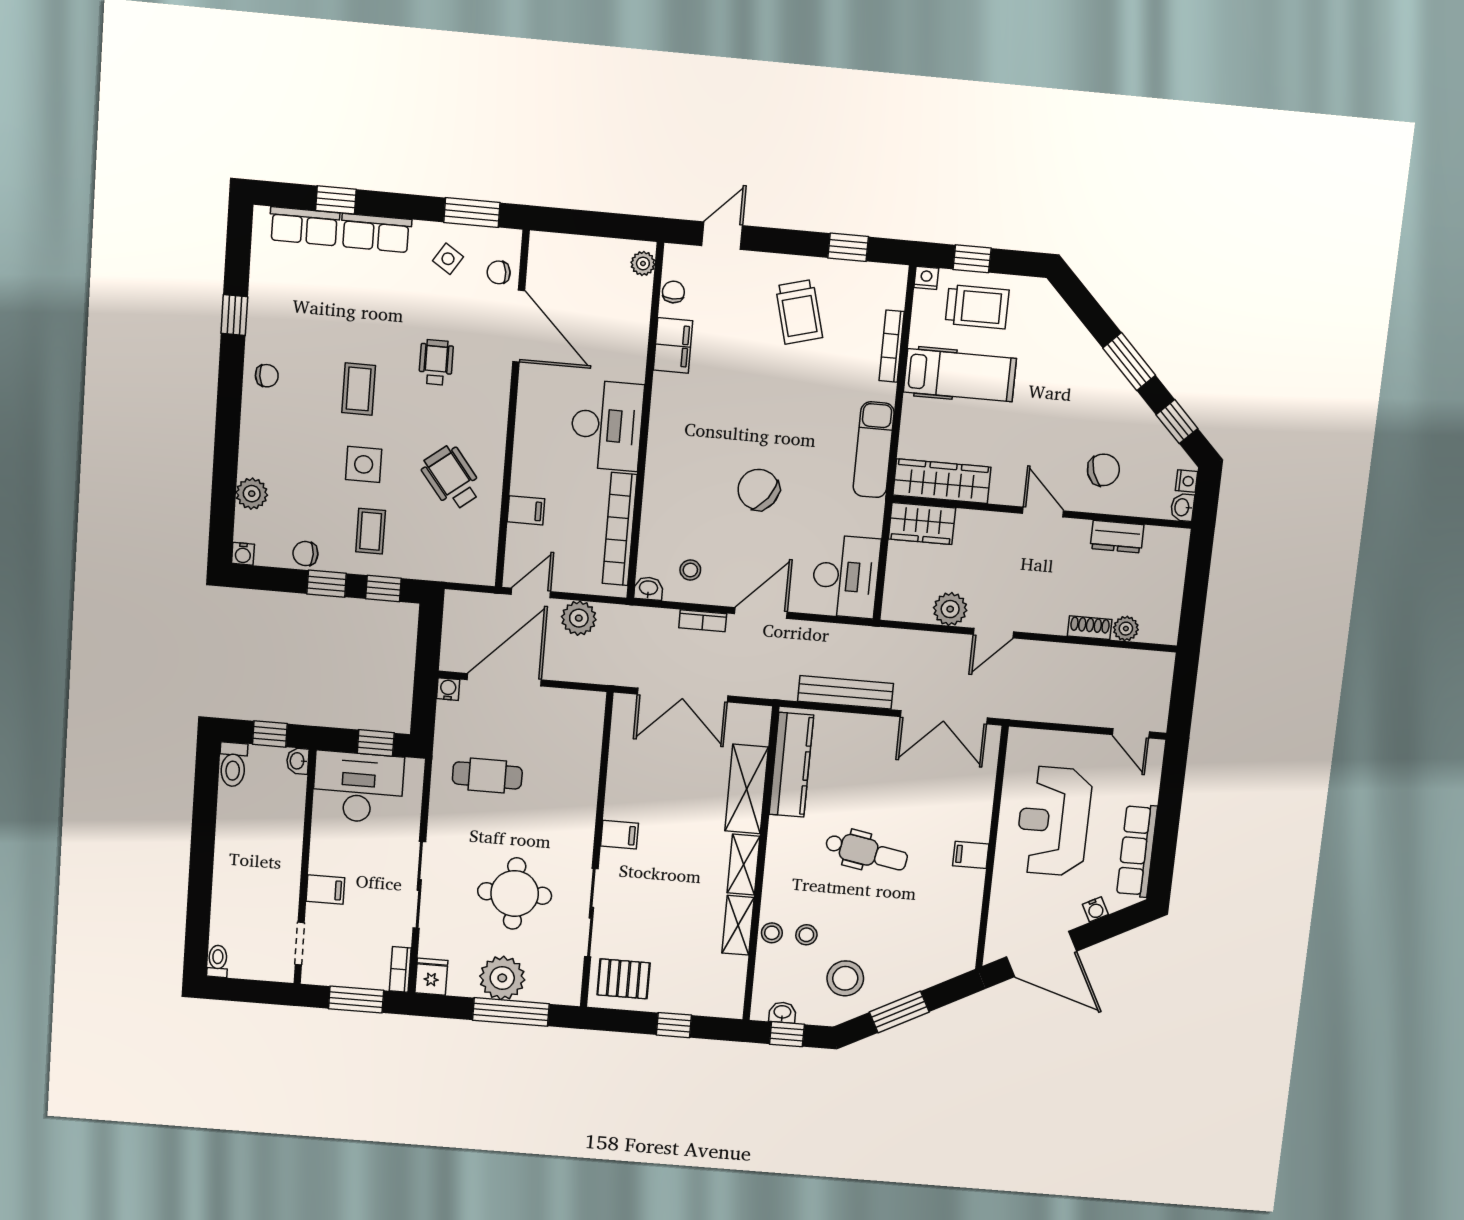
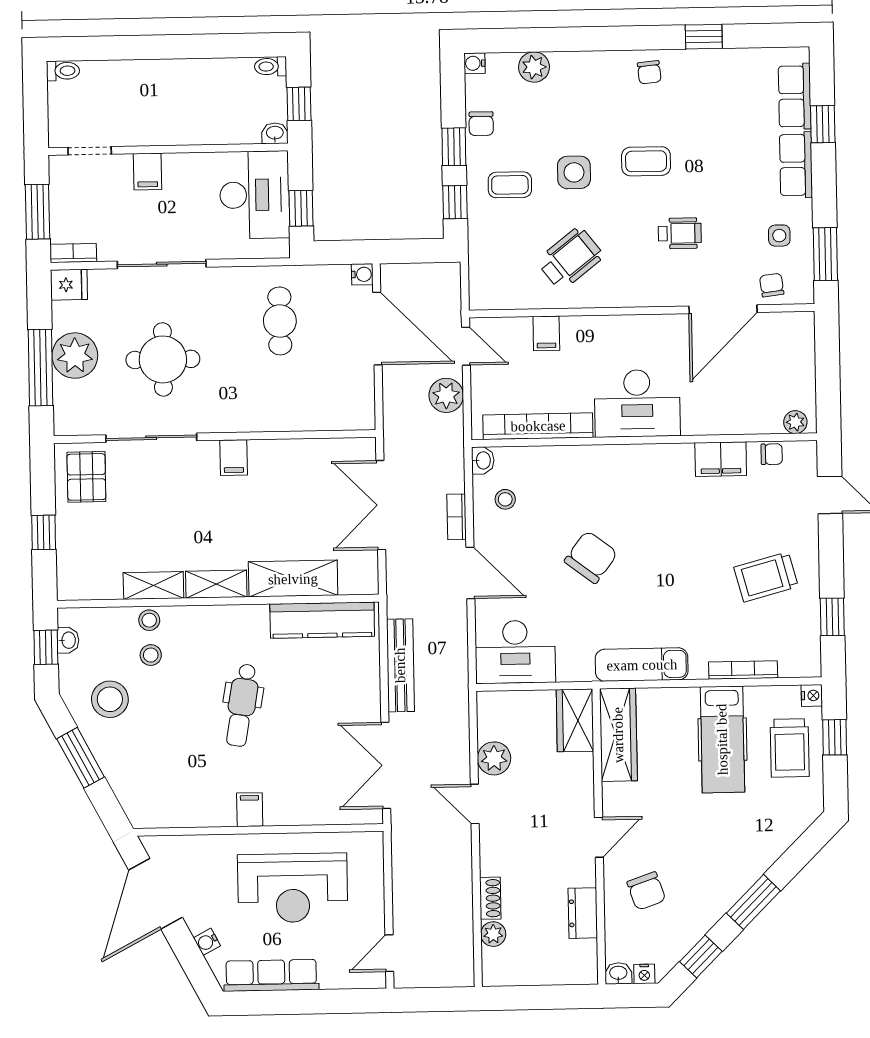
side table: (448, 259) -> (779, 236), turned -33
chair: (305, 554) -> (481, 124), turned 180
toilet: (233, 765) -> (271, 66), width x0.73, depth x0.72
reception desk: (1054, 821) -> (293, 888), turned 180

